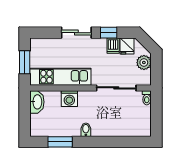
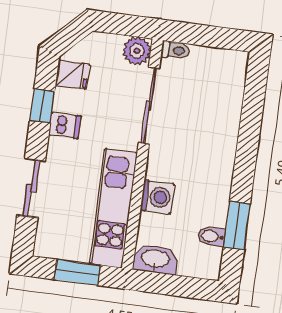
sliding door: (76, 33) -> (31, 188), moved
dishwasher: (113, 46) -> (65, 126), moved
plant: (144, 63) -> (137, 51), moved
bidet: (86, 130) -> (212, 236), moved

